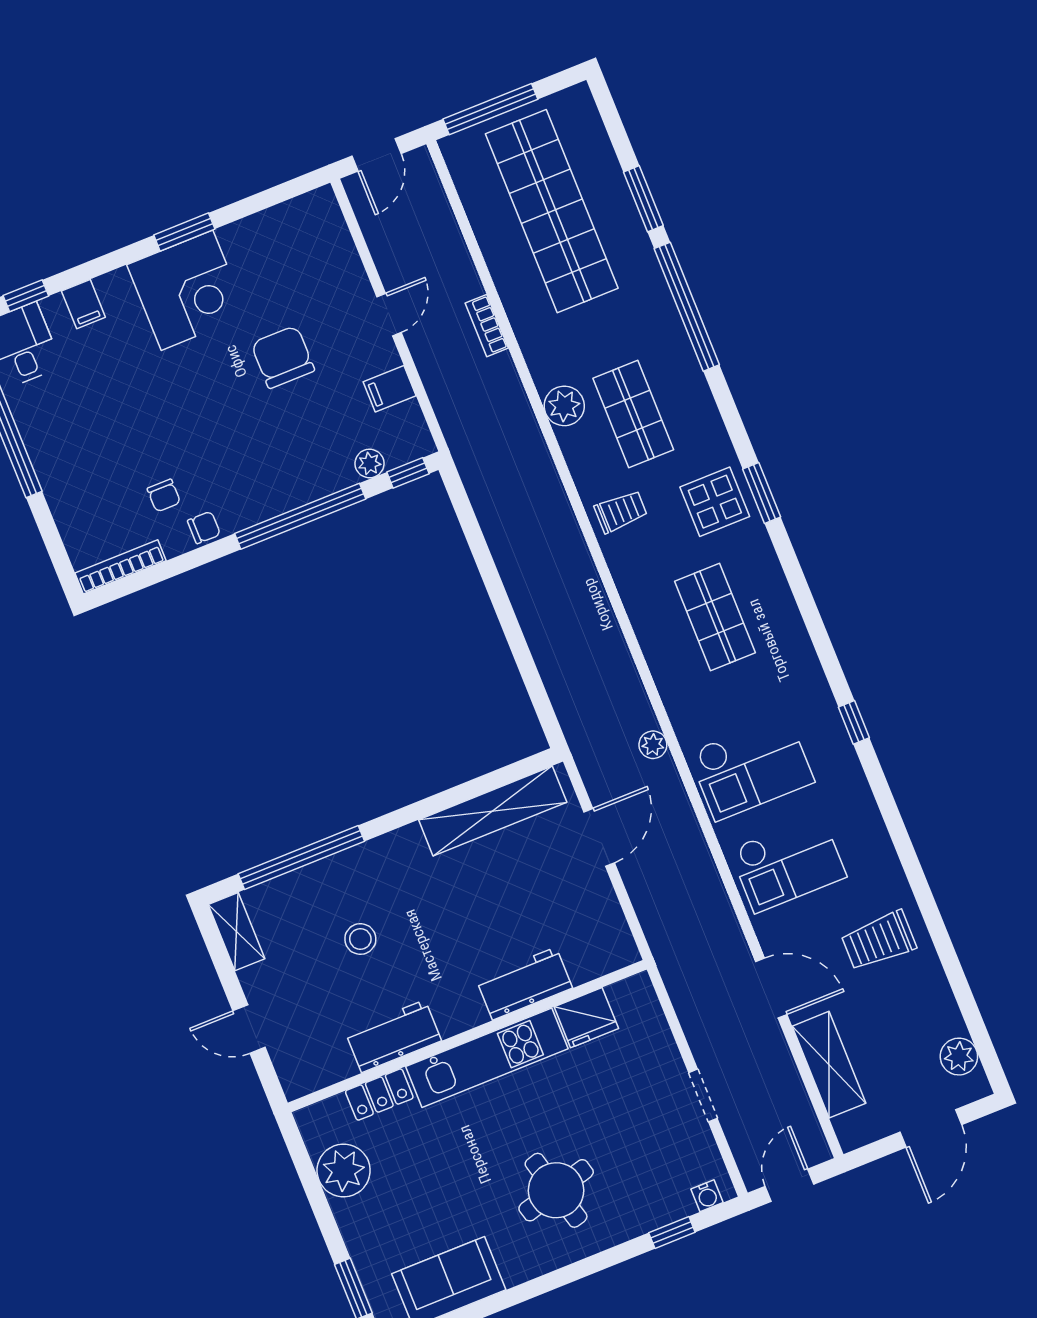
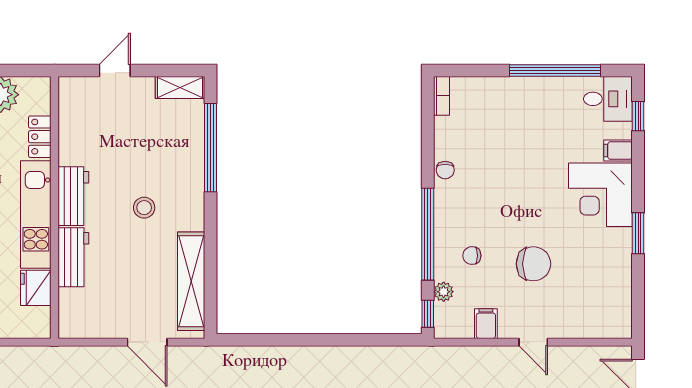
corner desk: (187, 290) -> (600, 195), moved
chair: (164, 495) -> (472, 256), moved
bookcase: (120, 567) -> (441, 96), width x0.64
stool: (360, 939) -> (144, 208), moved
workbench: (393, 1036) -> (73, 196), moved

